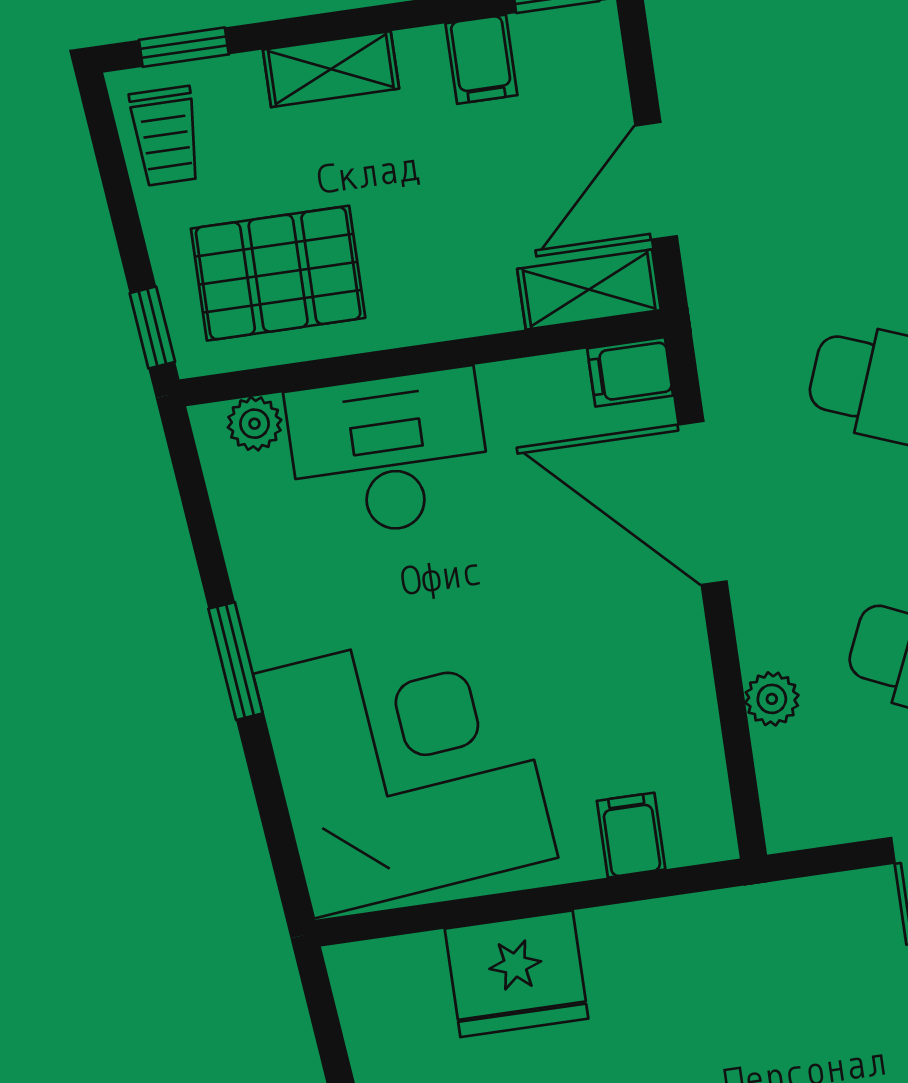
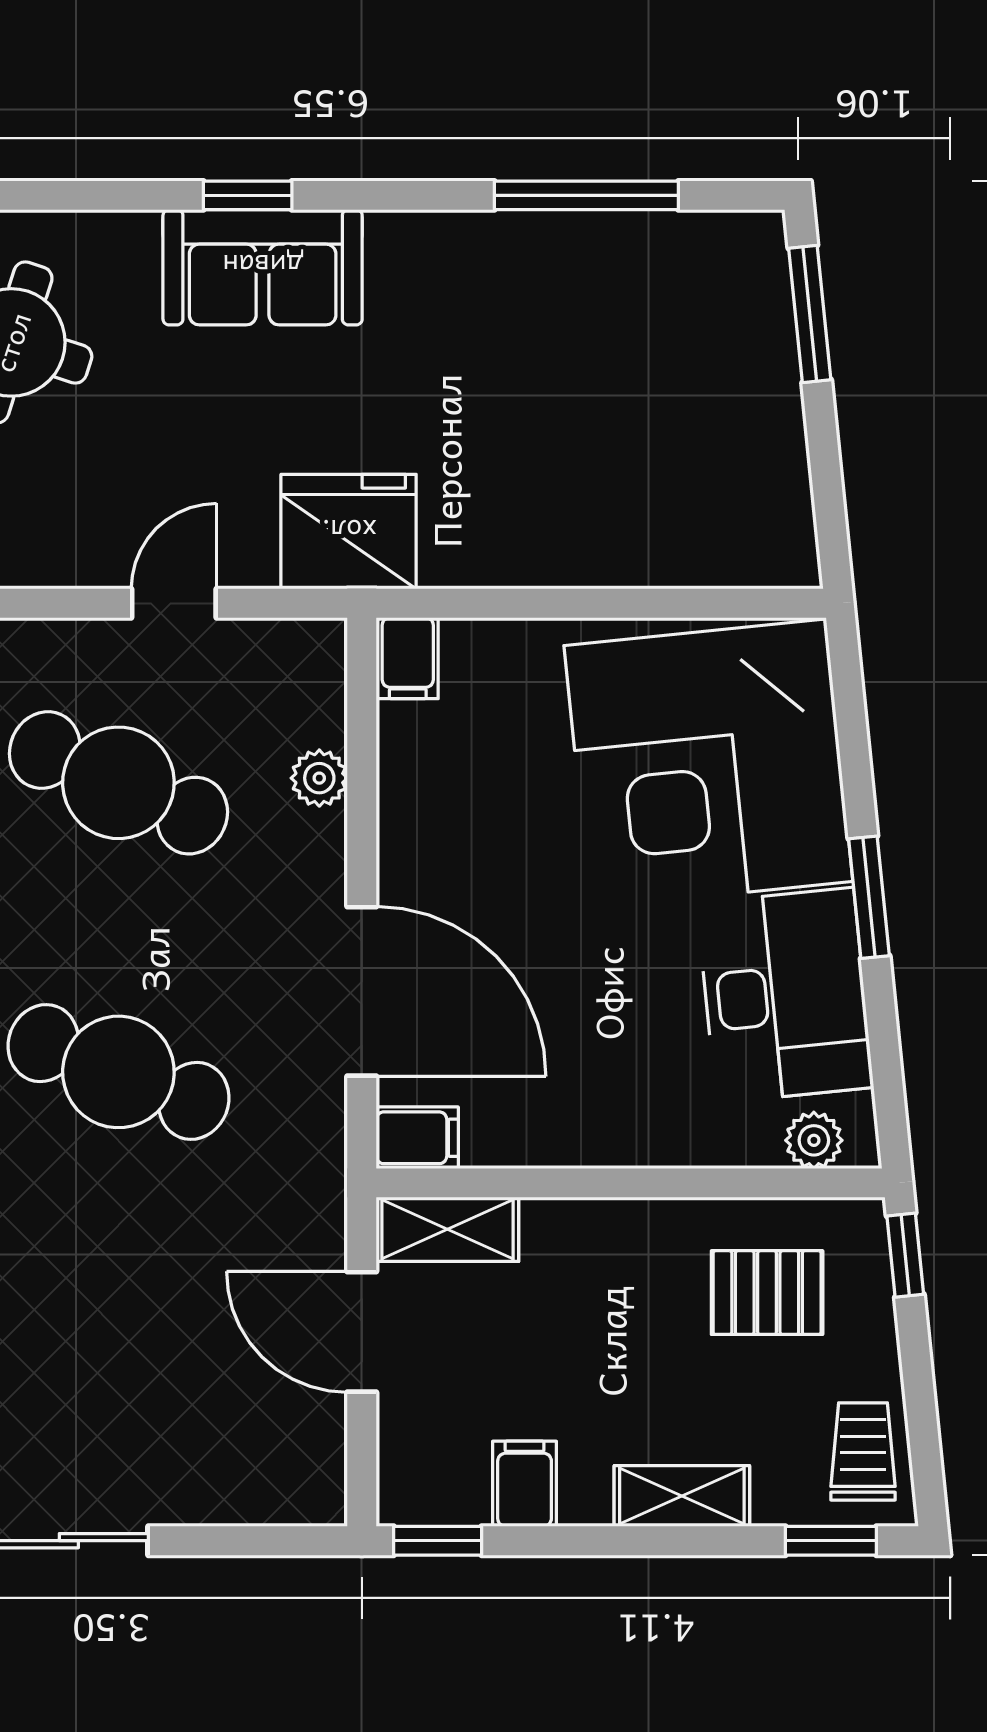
door: (656, 181) -> (362, 1332), swing flipped
pallet: (278, 273) -> (767, 1293), width x0.67, depth x0.71
desk: (389, 453) -> (785, 995), moved, turned -96
filing cabinet: (631, 835) -> (408, 658), moved
fridge: (516, 974) -> (349, 532), moved

